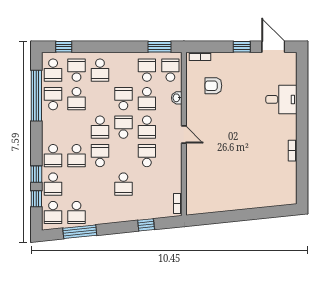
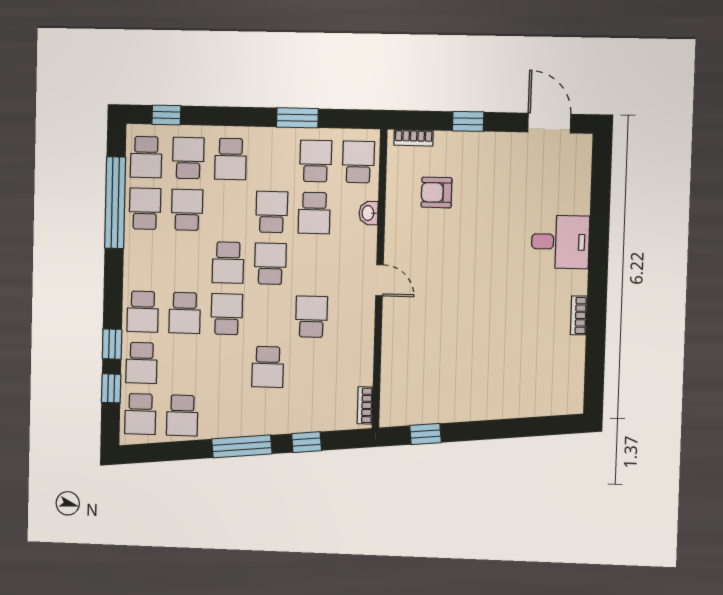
window: (159, 47) -> (297, 118), moved
window: (242, 47) -> (468, 121), moved
school desk: (77, 99) -> (187, 210), turned 180
desk: (281, 99) -> (560, 242), moved
school desk: (147, 127) -> (313, 265), removed
window: (211, 218) -> (425, 434), added
window: (80, 232) -> (242, 446), moved

